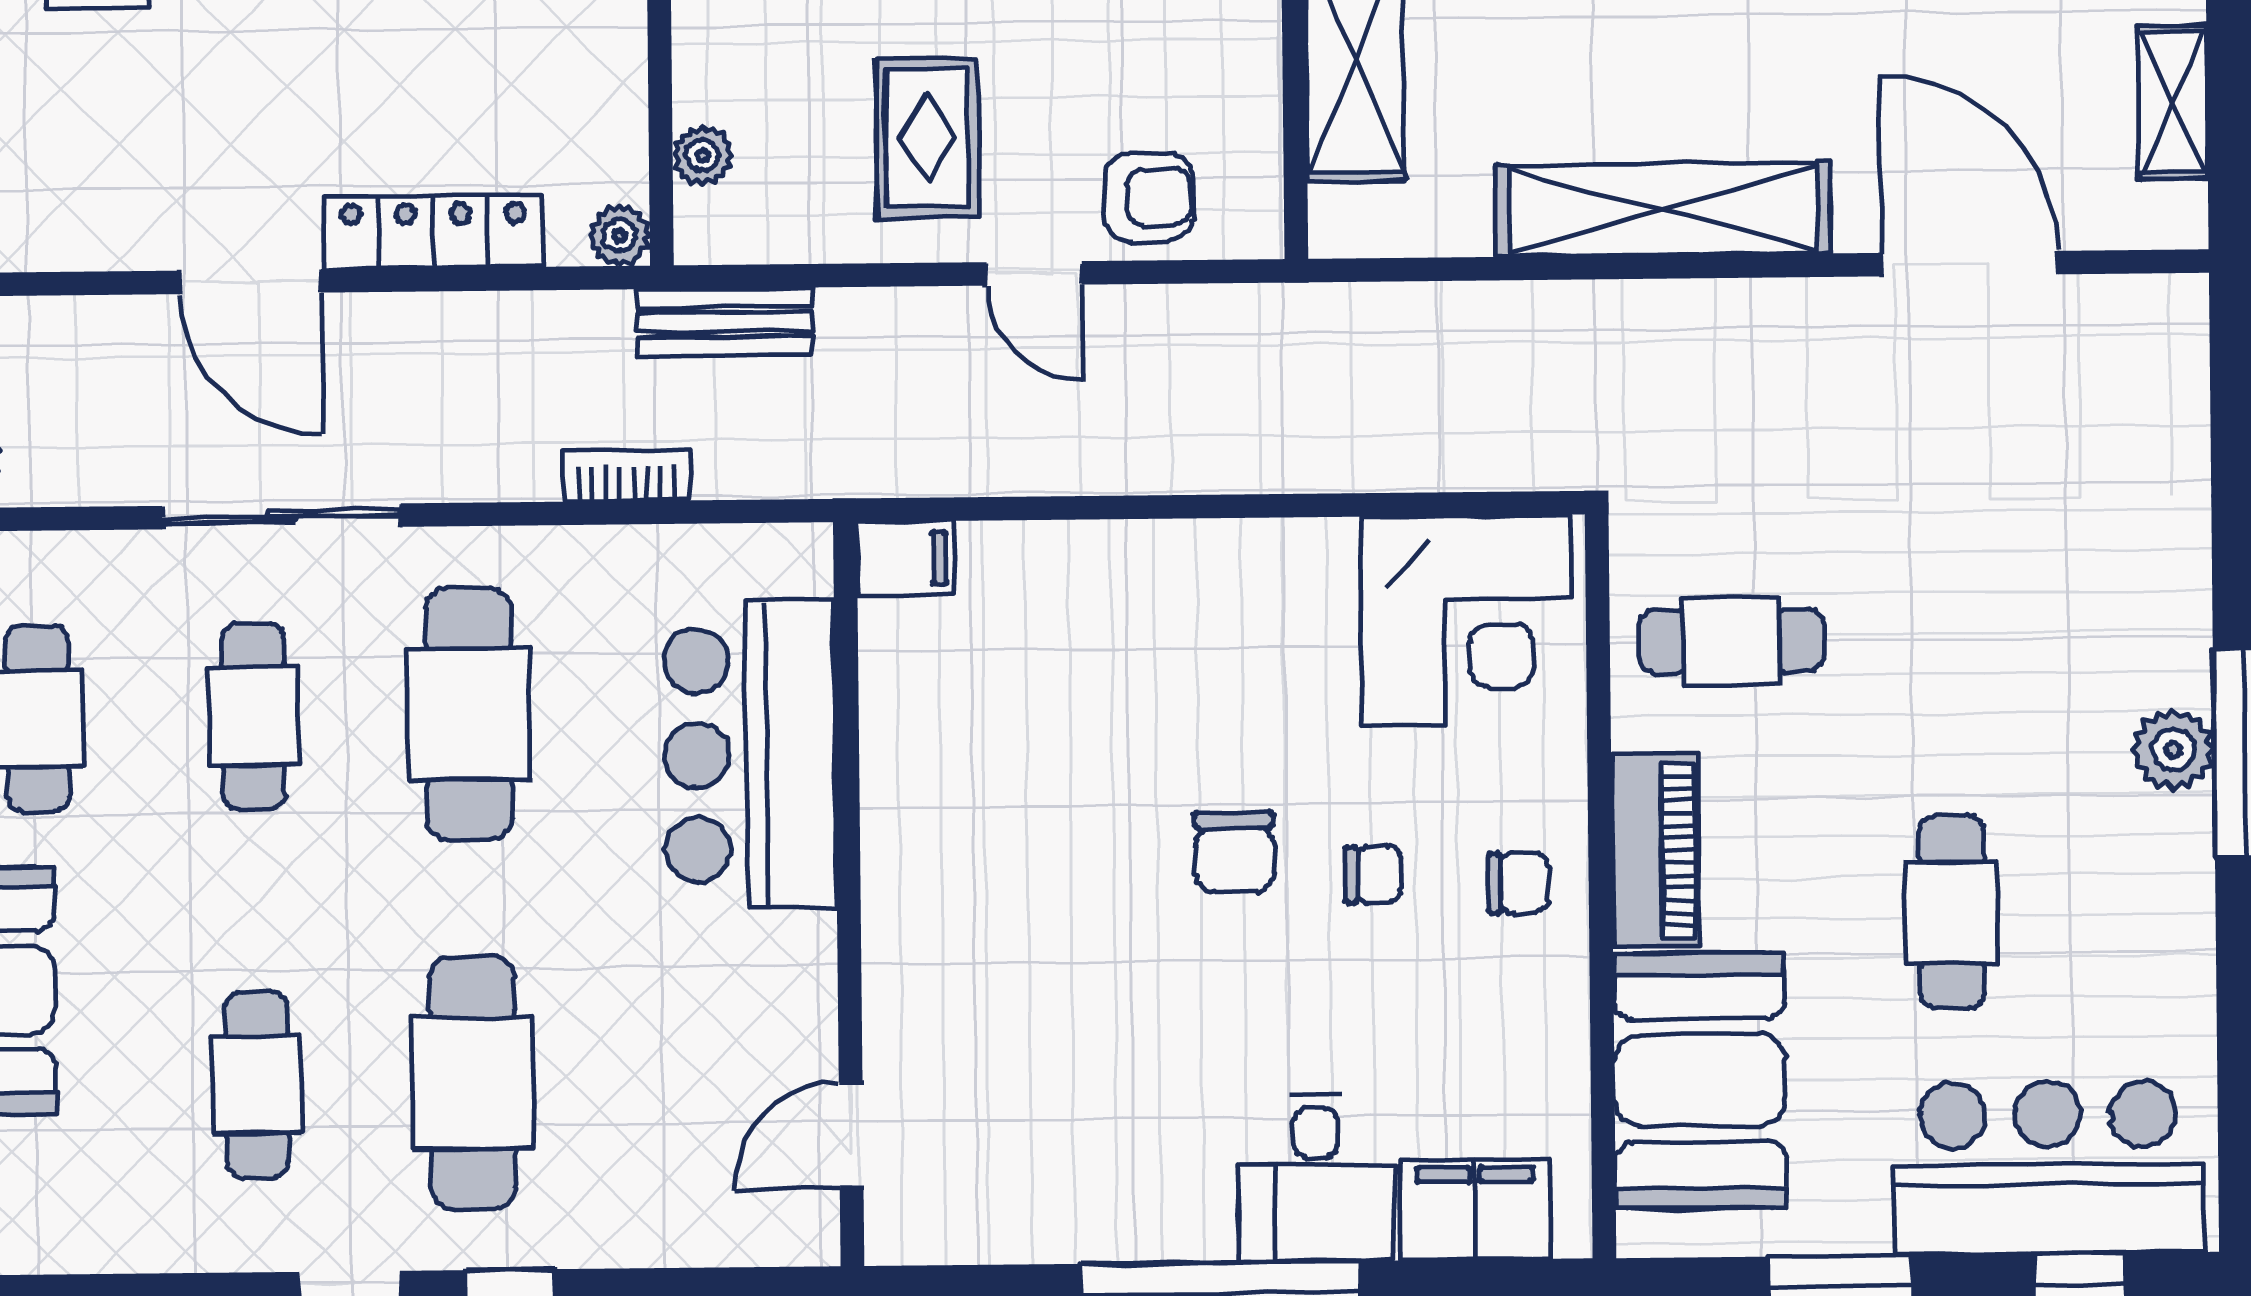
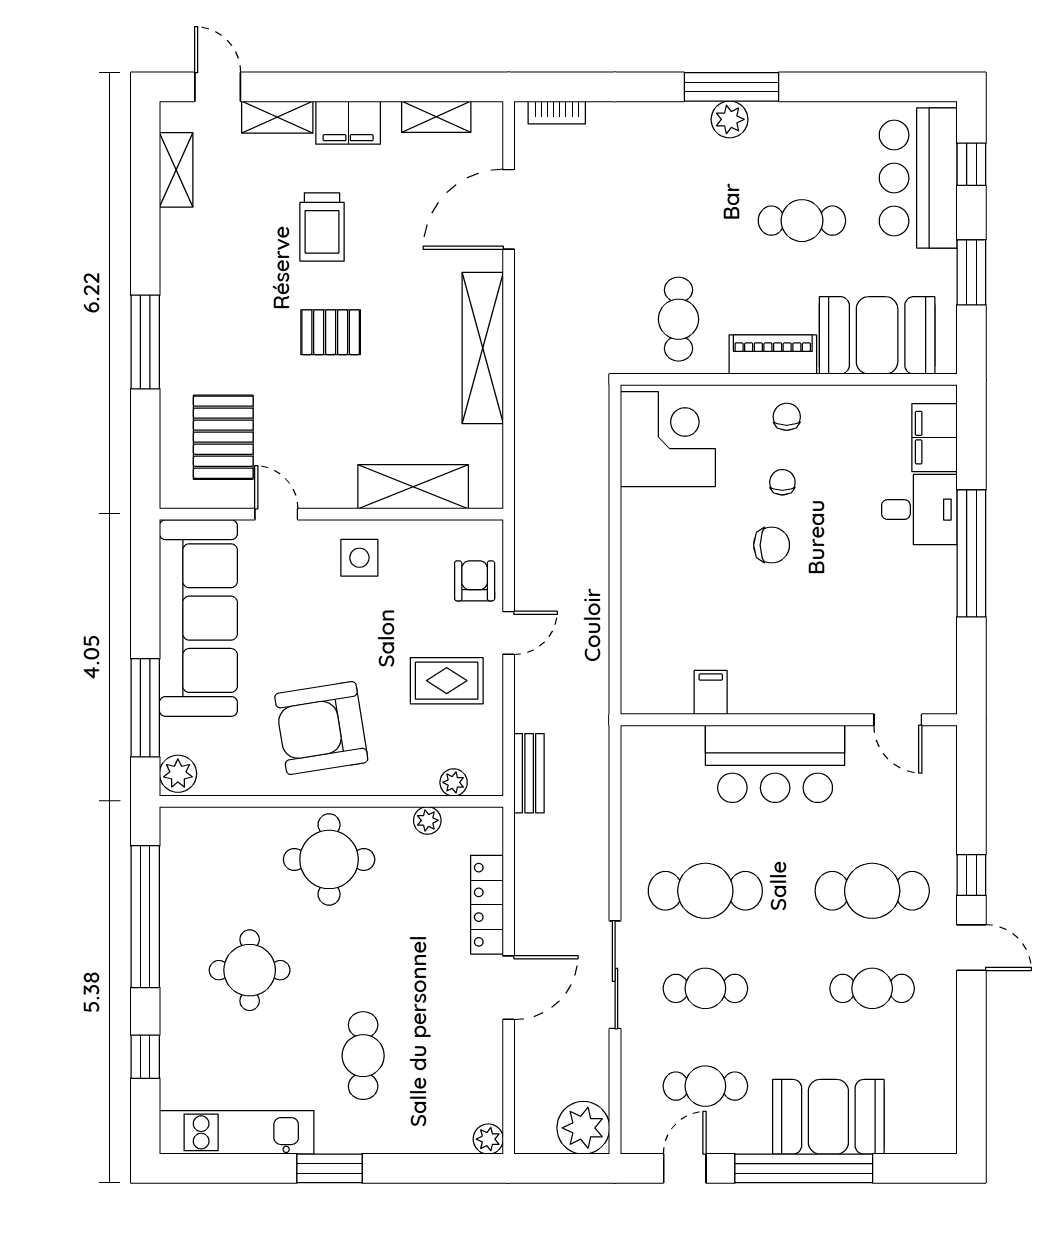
plant: (619, 236) -> (427, 820), moved
bookcase: (627, 476) -> (557, 113), moved, turned -90
filing cabinet: (905, 558) -> (711, 692), moved
bar counter: (750, 755) -> (775, 764), moved

